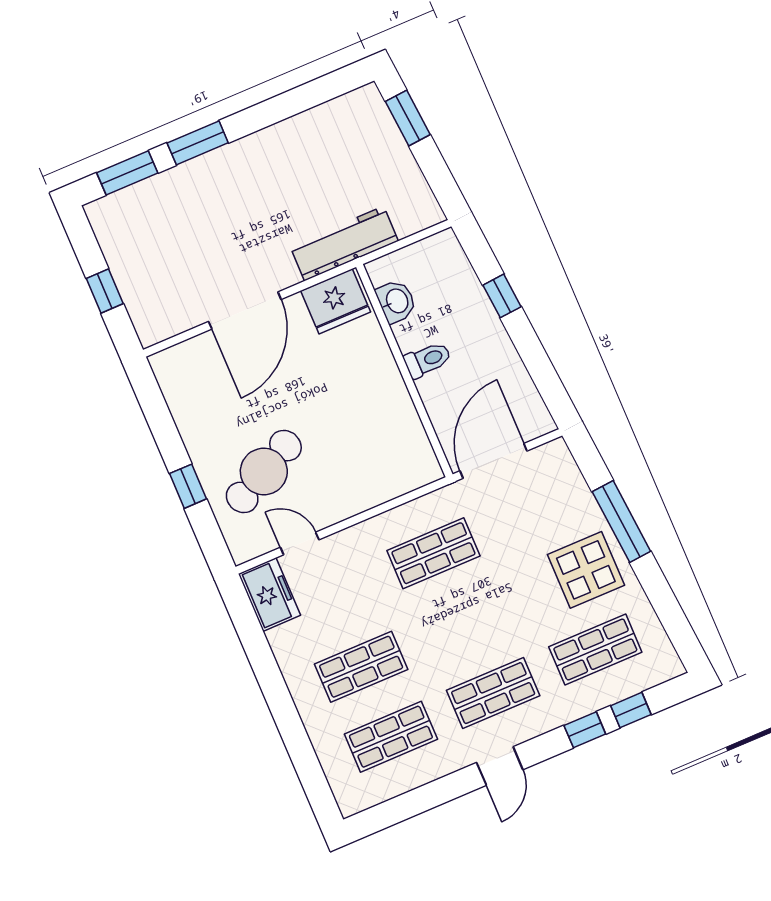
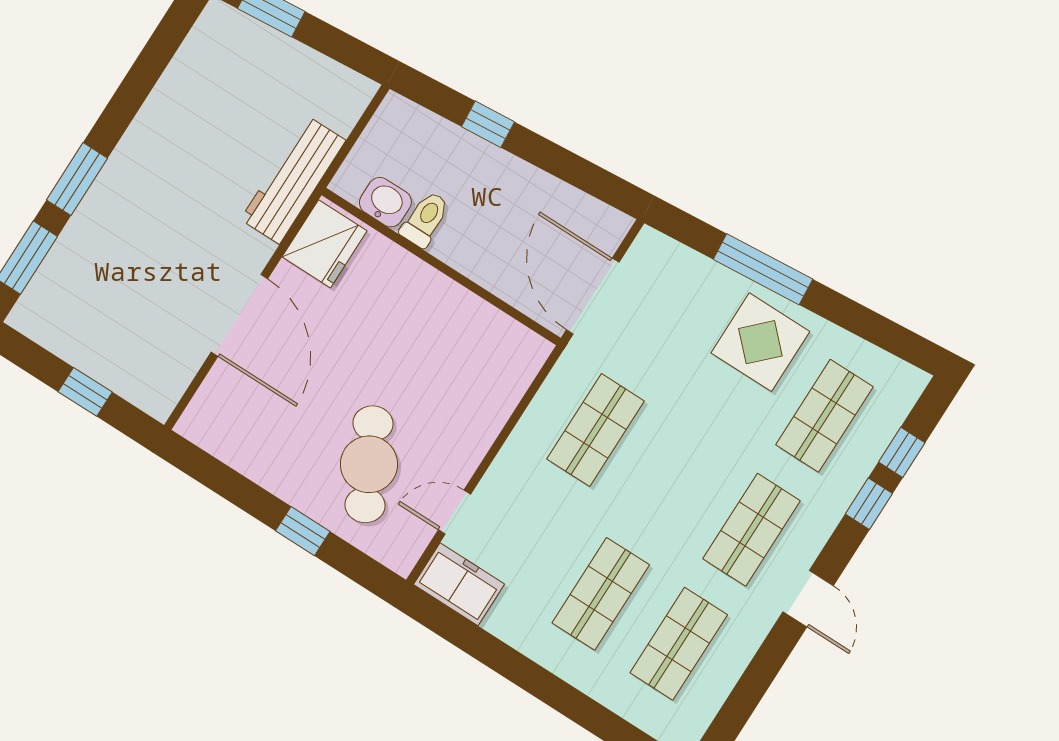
toilet: (428, 360) -> (425, 219), moved

